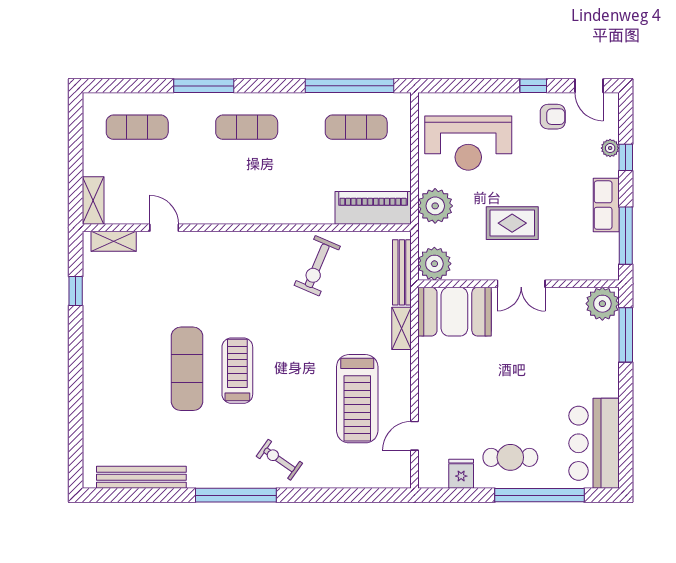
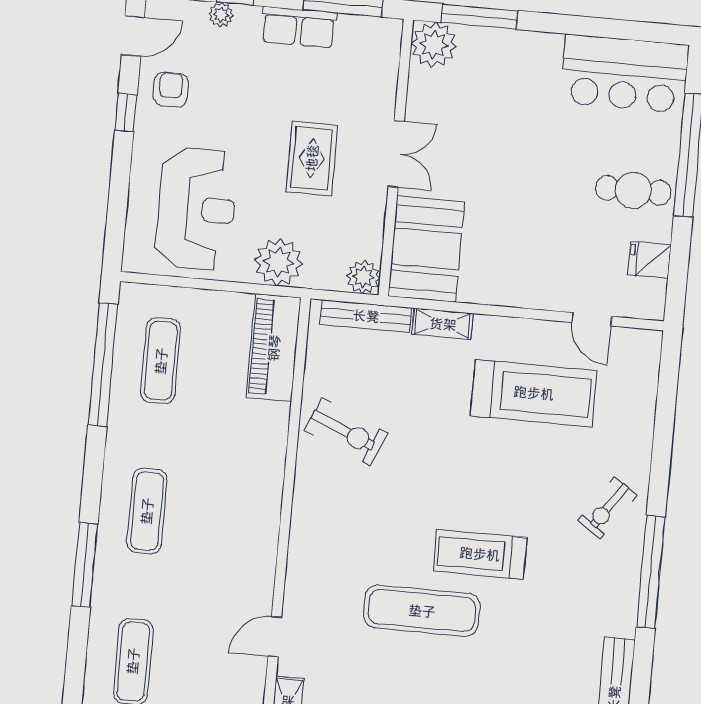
plant: (434, 264) -> (363, 277), width x0.73, depth x0.73
exercise mat: (187, 369) -> (422, 611), moved
cafe table: (510, 457) -> (633, 190), turned 90

